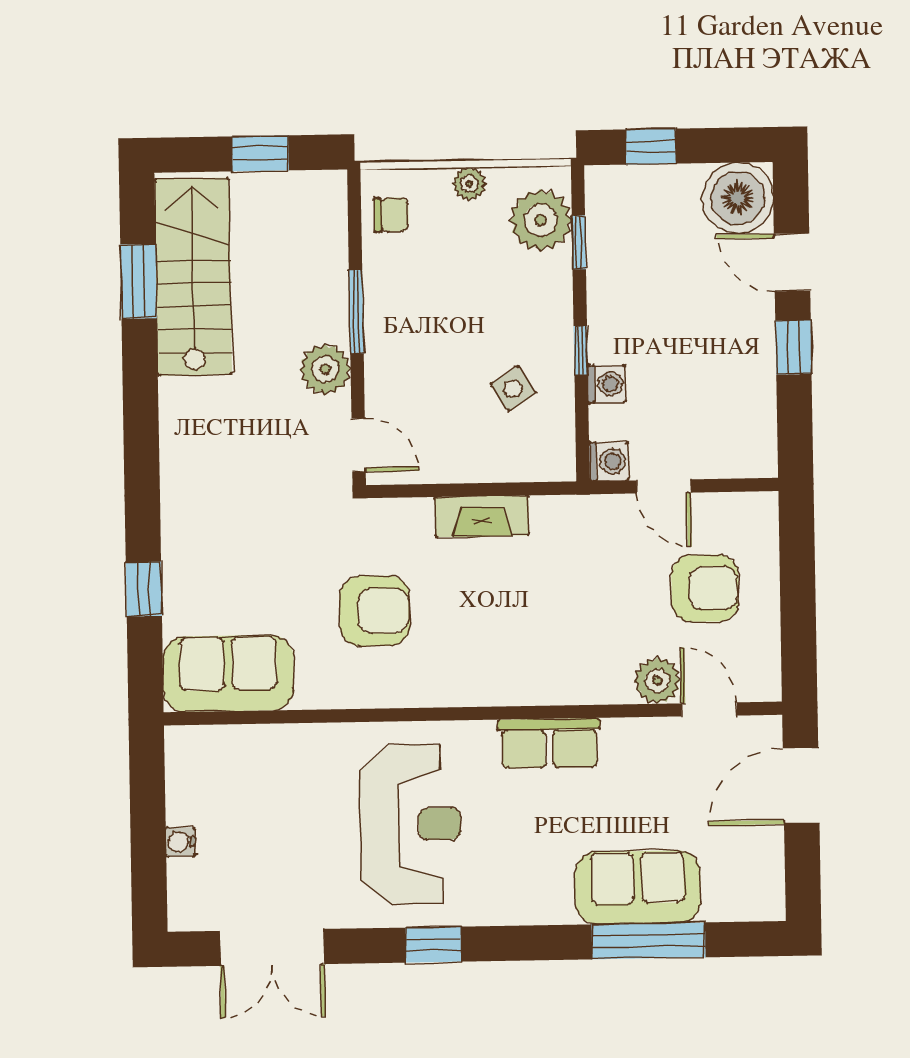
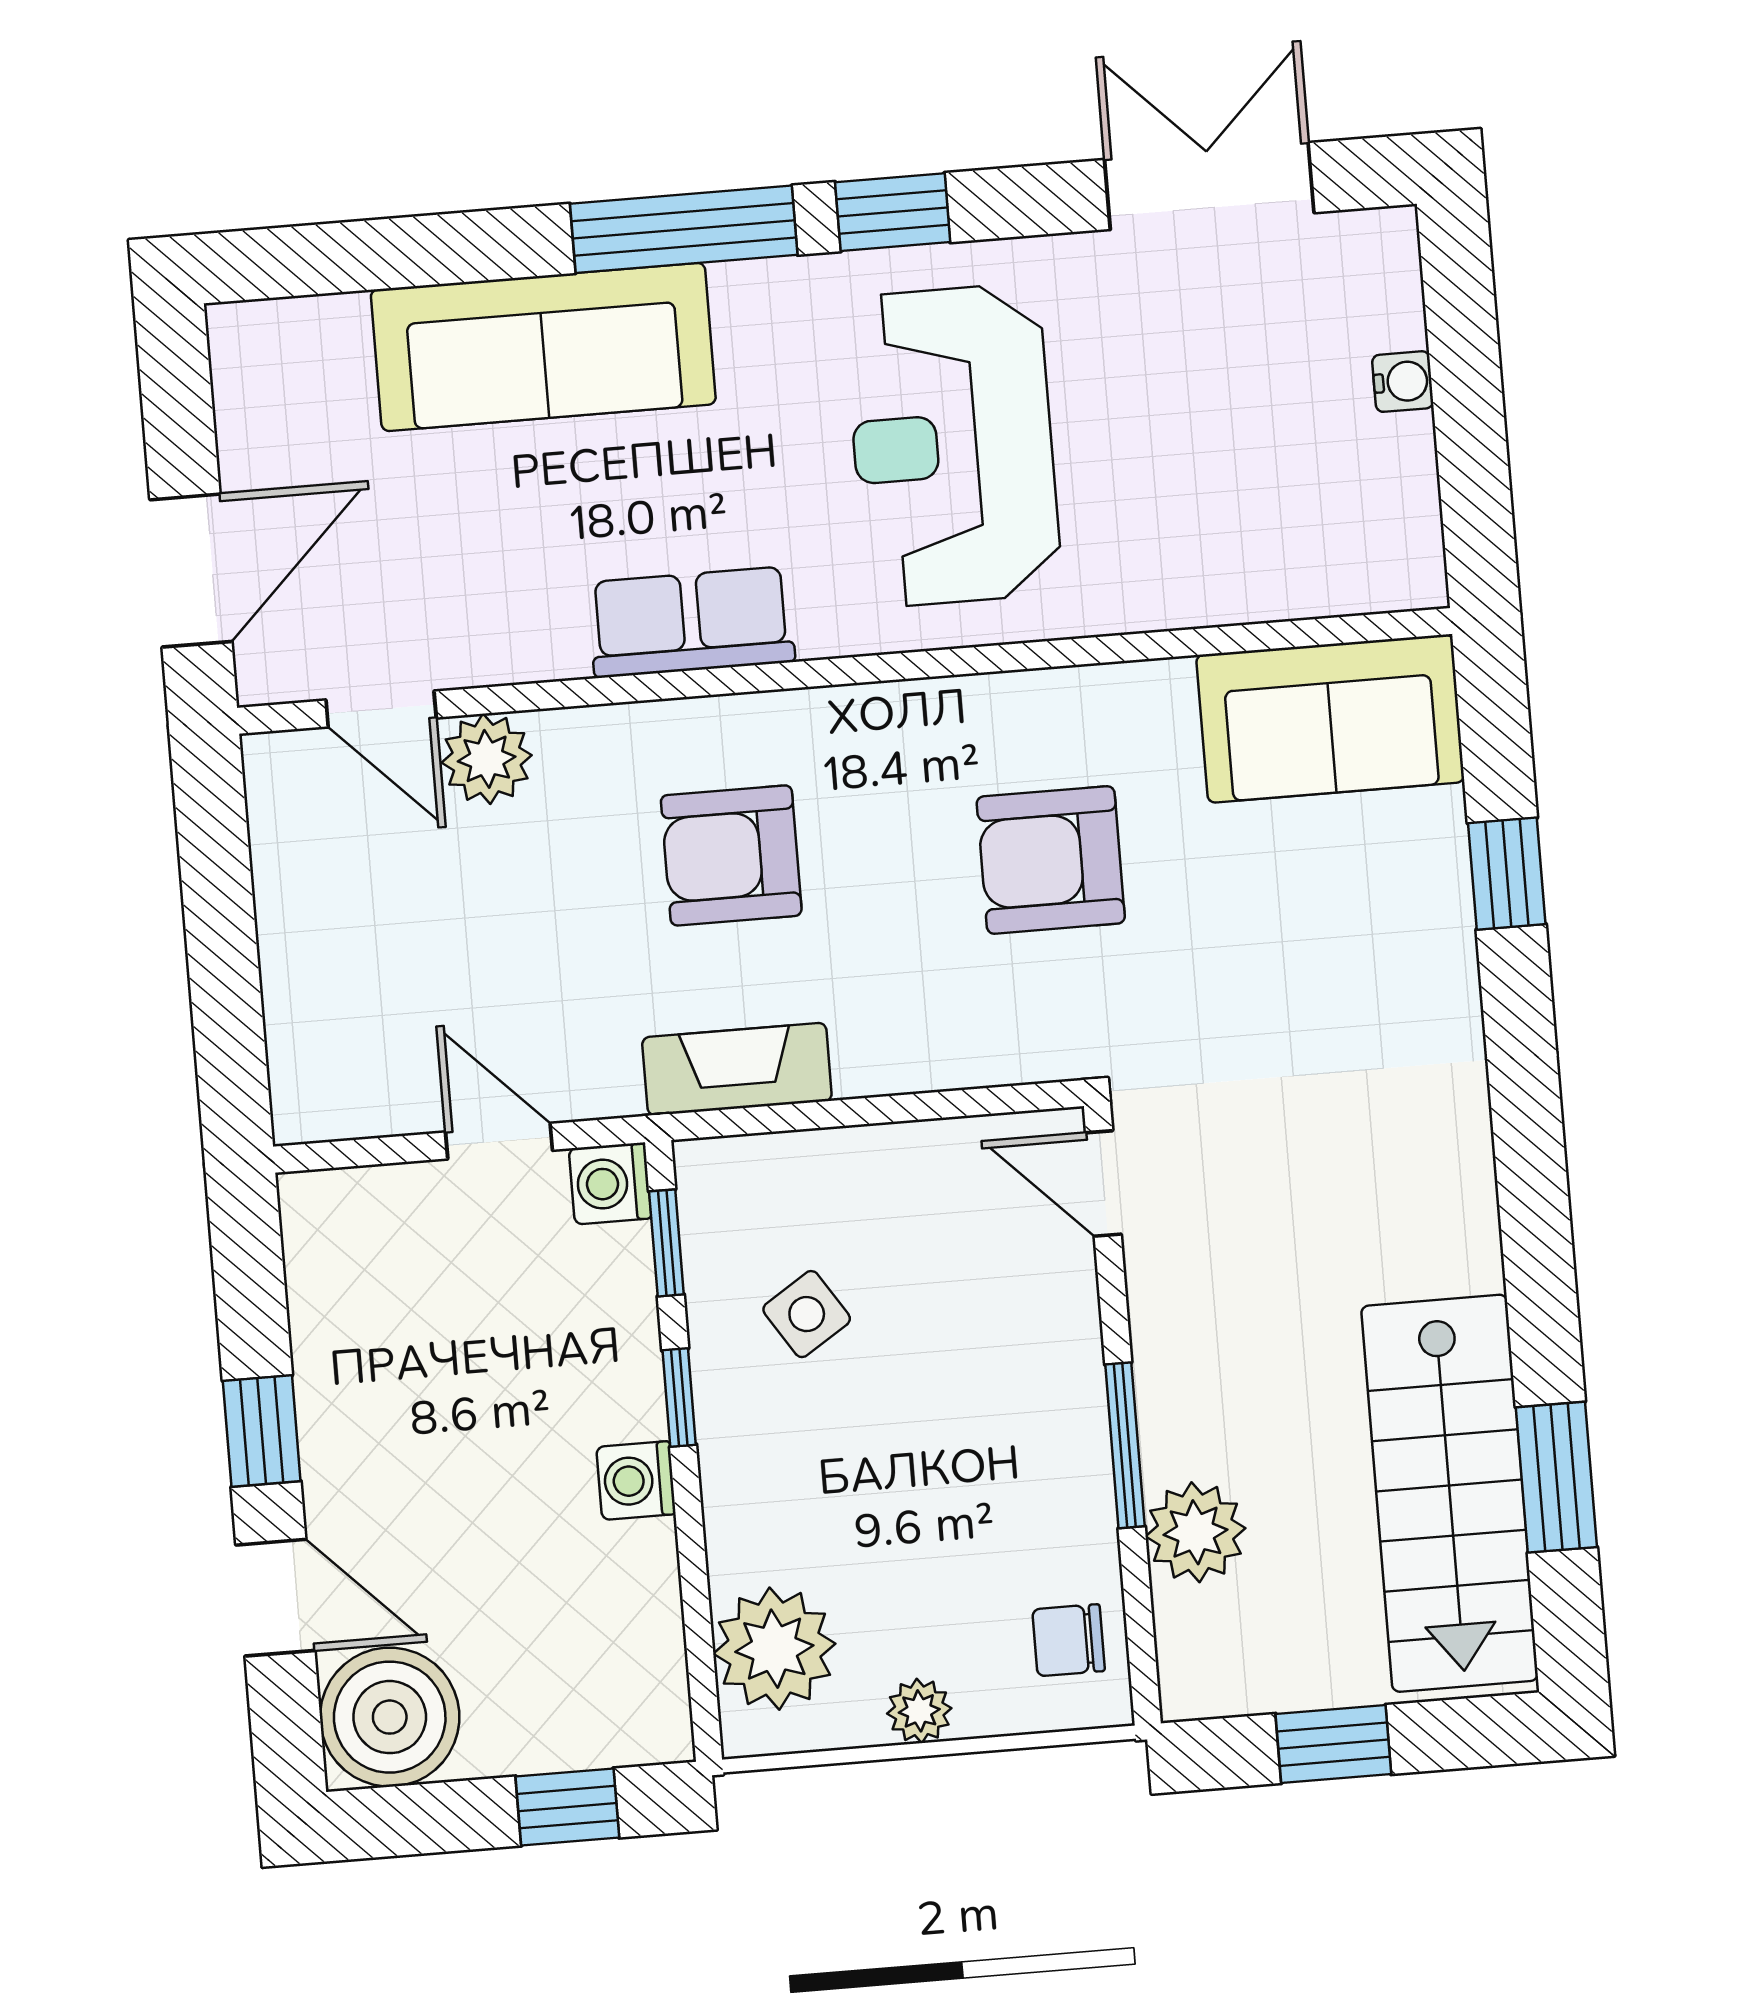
window: (579, 242) -> (666, 1243), moved
plant: (325, 369) -> (1195, 1532), moved
washing machine: (607, 384) -> (636, 1480), moved
fireplace: (482, 516) -> (737, 1069), moved
armchair: (705, 588) -> (731, 855), moved
sofa: (638, 887) -> (543, 347), width x1.36
window: (649, 941) -> (684, 229), moved

